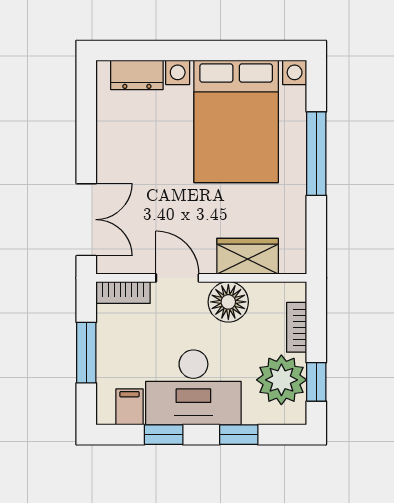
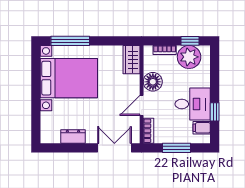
dresser: (137, 75) -> (73, 137), moved, turned -90
window: (316, 154) -> (70, 41), moved
wardrobe: (248, 256) -> (132, 60), moved
desk: (193, 387) -> (193, 104), width x0.73
window: (239, 435) -> (215, 77), removed

